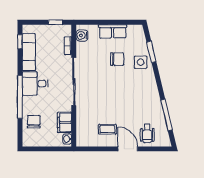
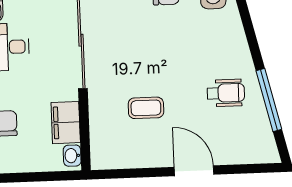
coffee table: (107, 129) -> (146, 108), moved
wheelchair: (147, 133) -> (226, 93), moved, turned -90

